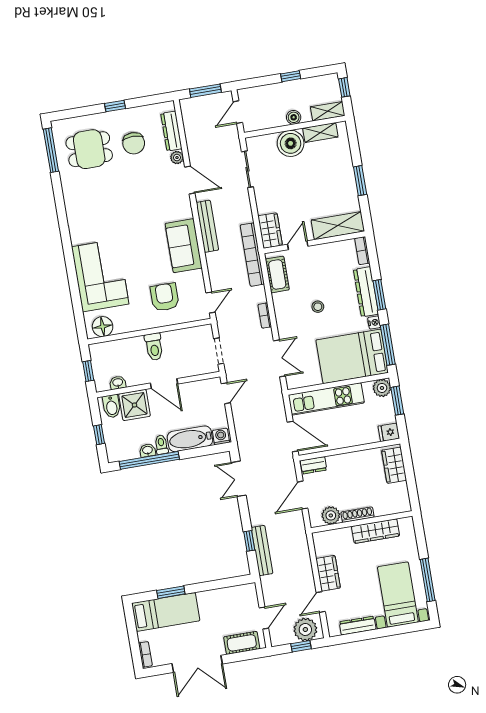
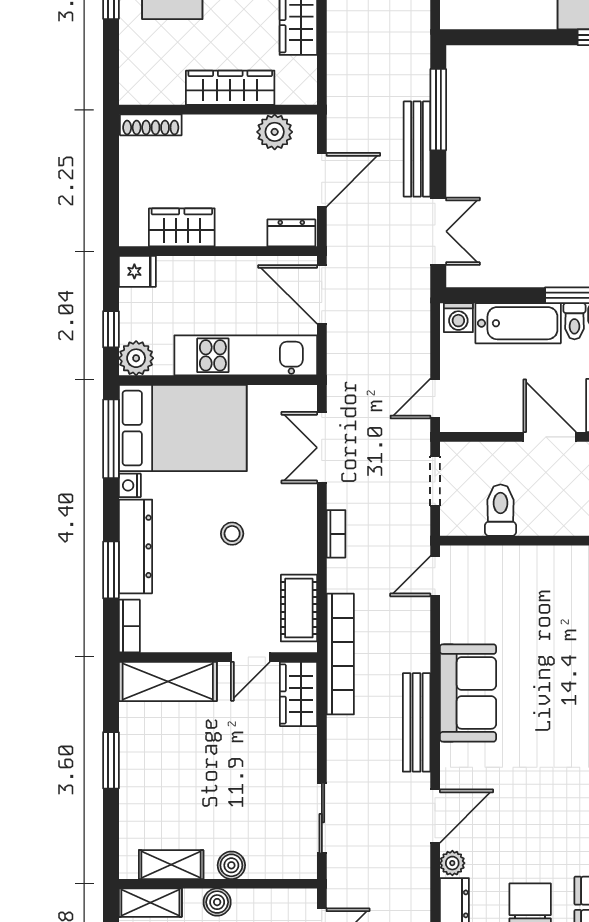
boiler: (291, 143) -> (231, 865), width x0.54, depth x0.54
door: (190, 180) -> (435, 816), swing flipped
window: (379, 295) -> (111, 570), moved
armchair: (165, 297) -> (521, 601), removed
toilet: (154, 347) -> (501, 510), moved
window: (397, 401) -> (111, 329), width x0.67
wardrobe: (394, 465) -> (182, 227), moved, turned -90
shoe rack: (357, 515) -> (151, 125), moved
wardrobe: (376, 531) -> (230, 88), moved
window: (249, 541) -> (438, 110), width x2.17
bench: (262, 551) -> (417, 149), moved

